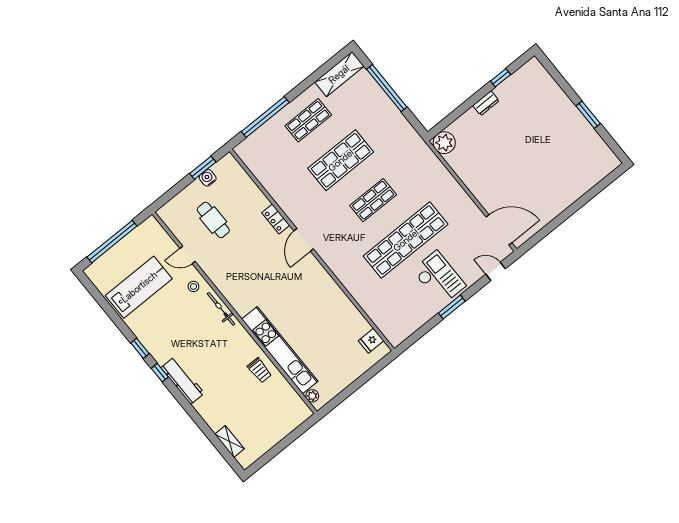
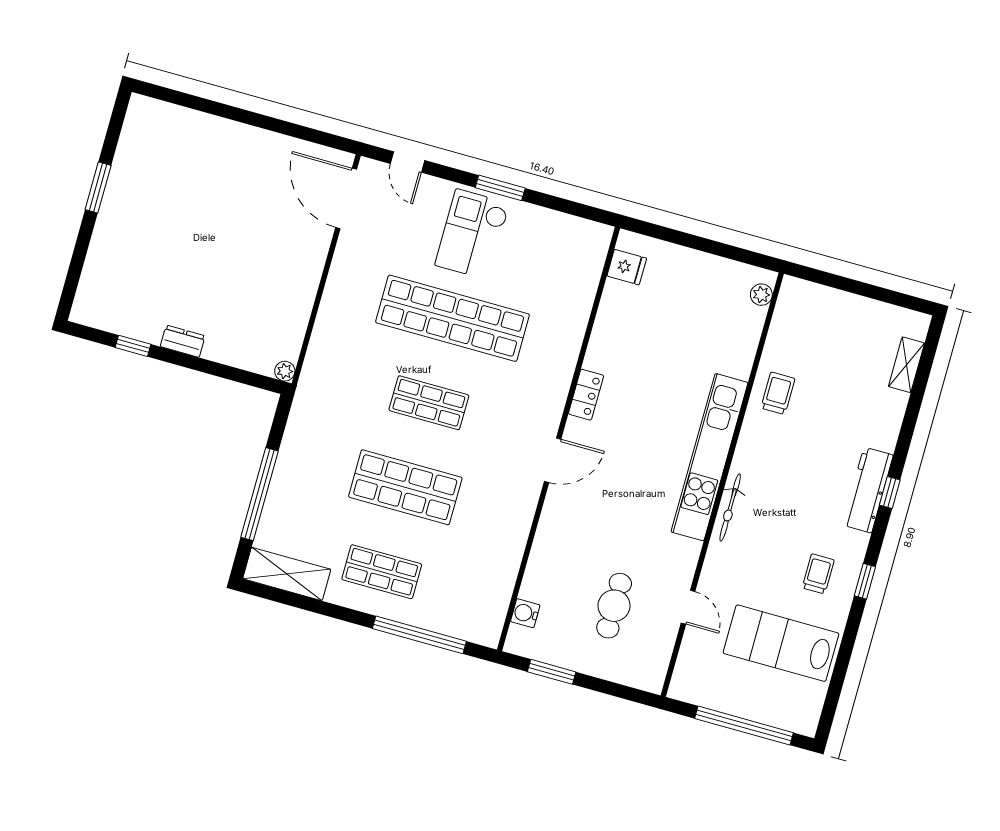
plant: (444, 143) -> (285, 371), width x0.53, depth x0.53
water cooler: (208, 178) -> (525, 613), moved, turned 90
locker: (276, 219) -> (586, 395), moved
stool: (193, 286) -> (726, 568), removed
trolley: (159, 328) -> (818, 574), added
kitchen unit: (280, 350) -> (710, 457), moved
window: (160, 373) -> (890, 492), moved

